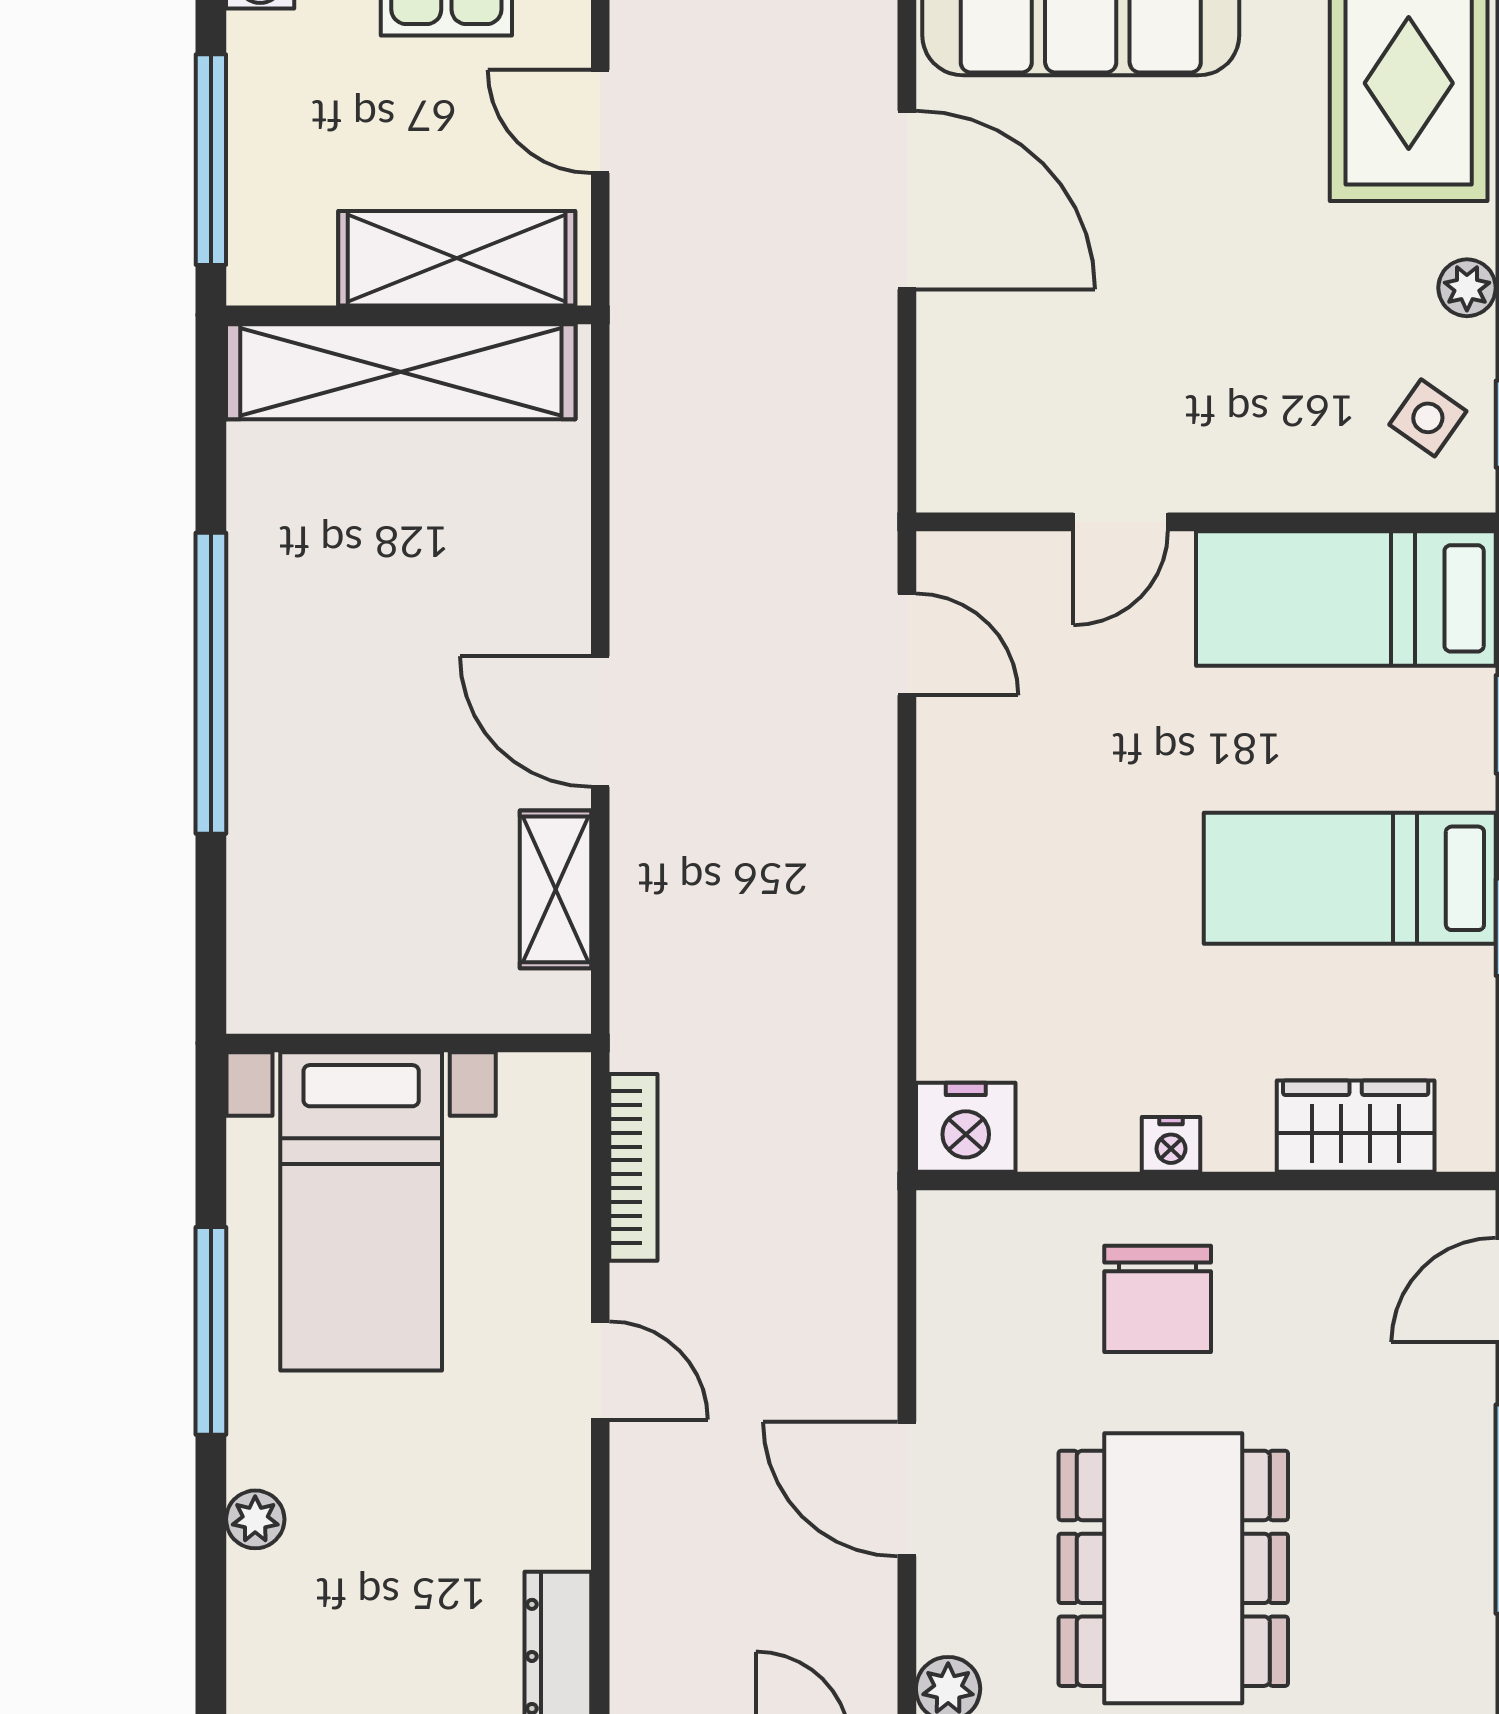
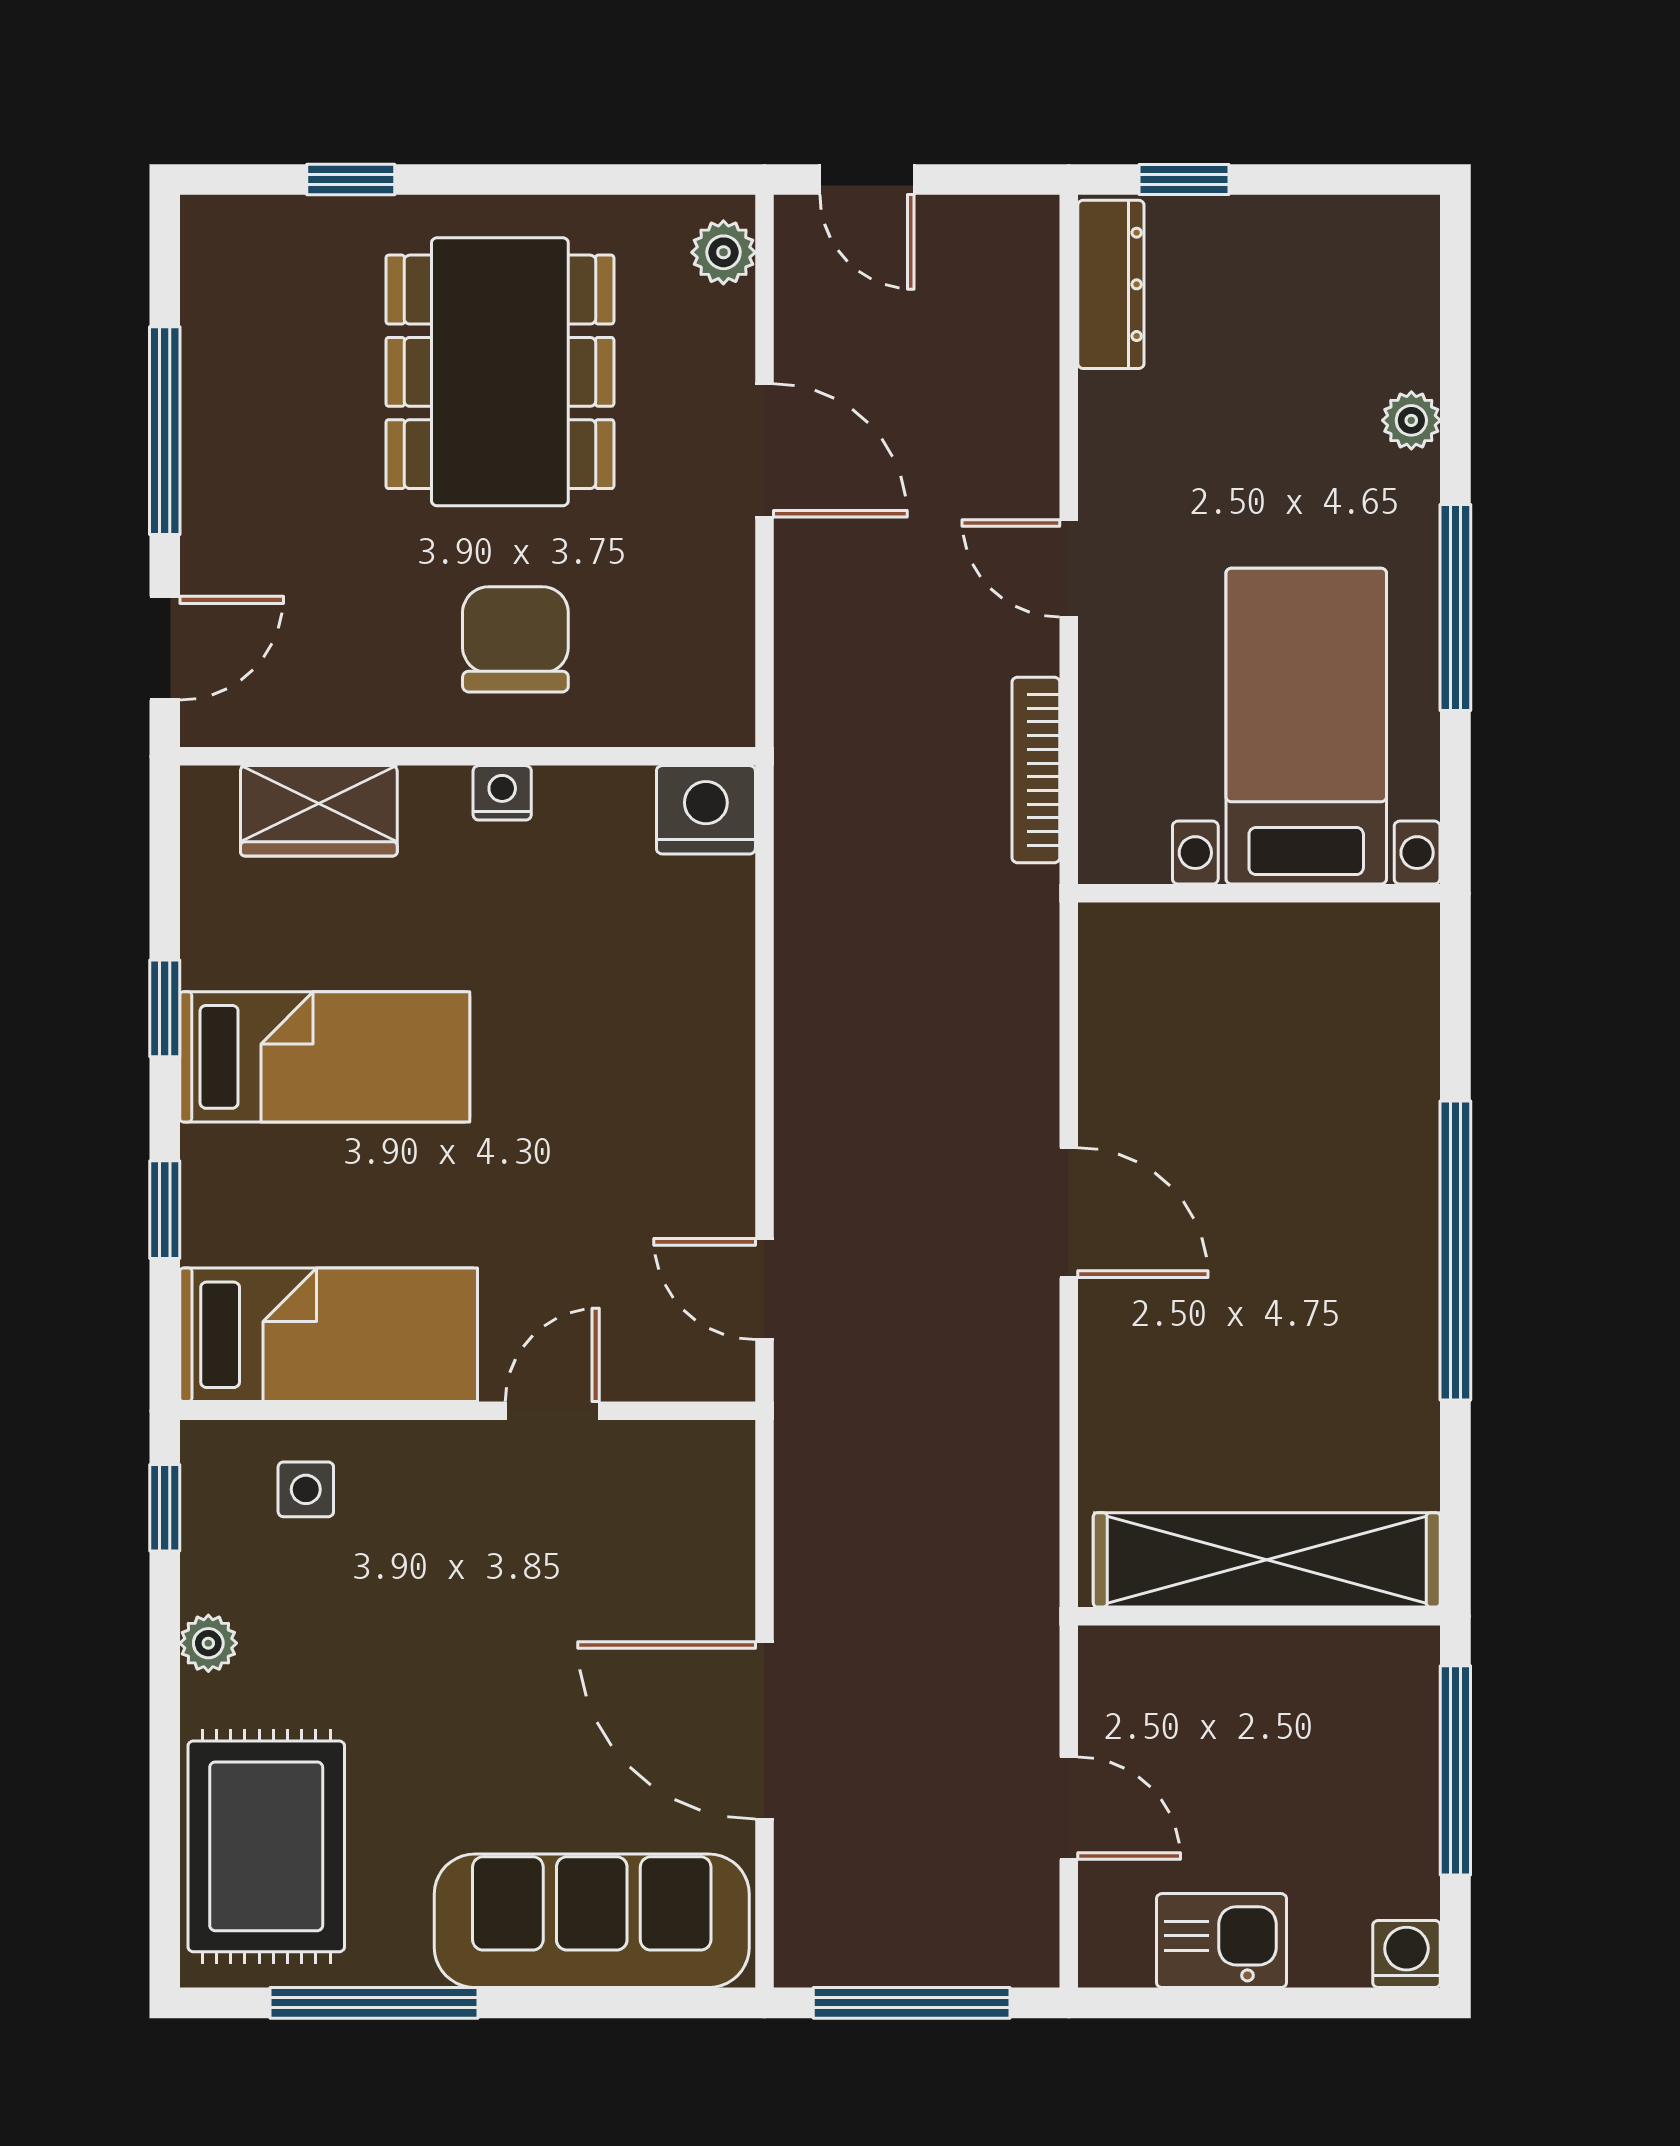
shelving: (457, 258) -> (1211, 1672), removed
side table: (1428, 418) -> (306, 1489), moved, turned -35
shelving: (555, 889) -> (1113, 1046), removed

